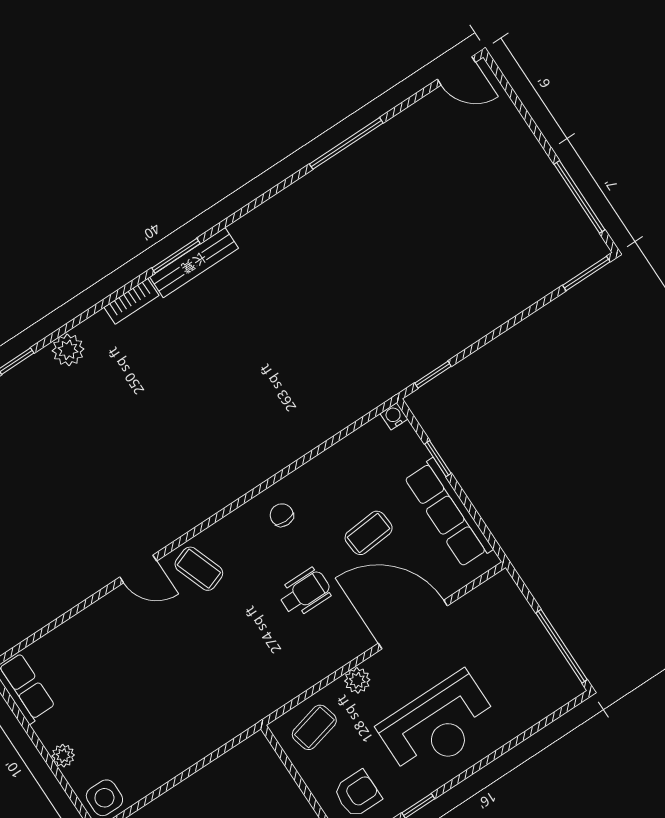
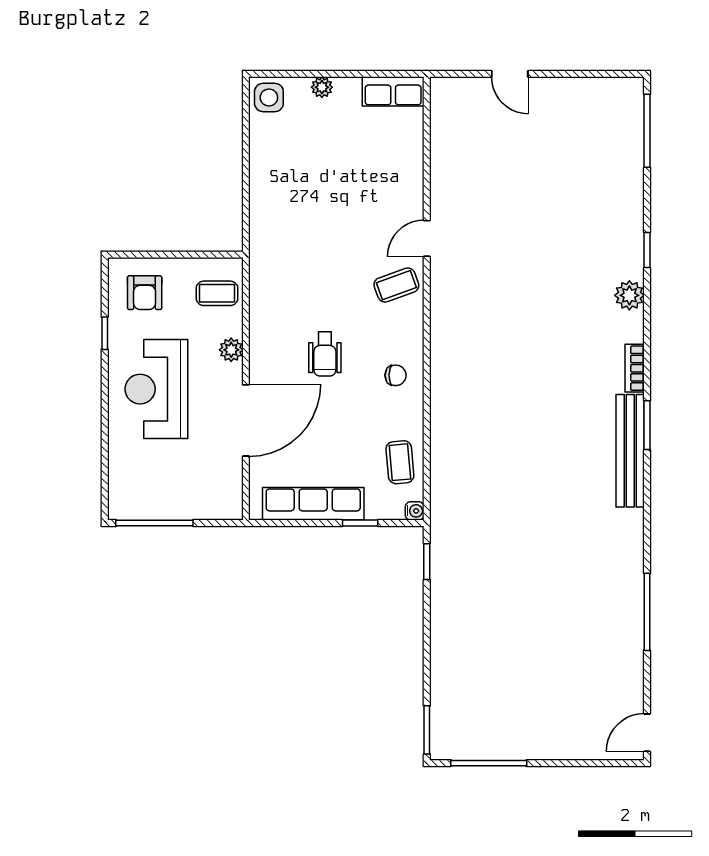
bench: (194, 263) -> (630, 451), width x1.37, depth x1.21
coffee table: (369, 533) -> (400, 462), moved
coffee table: (314, 727) -> (217, 293), turned -76

